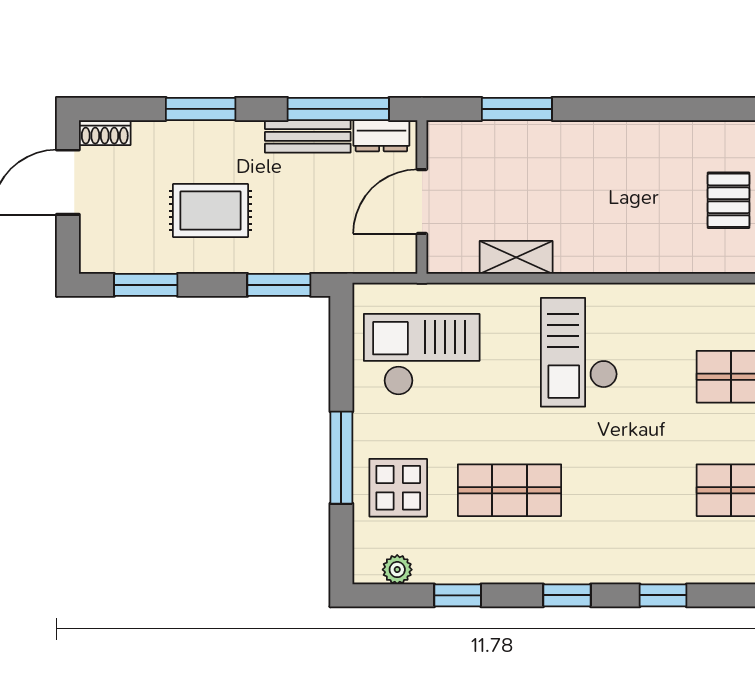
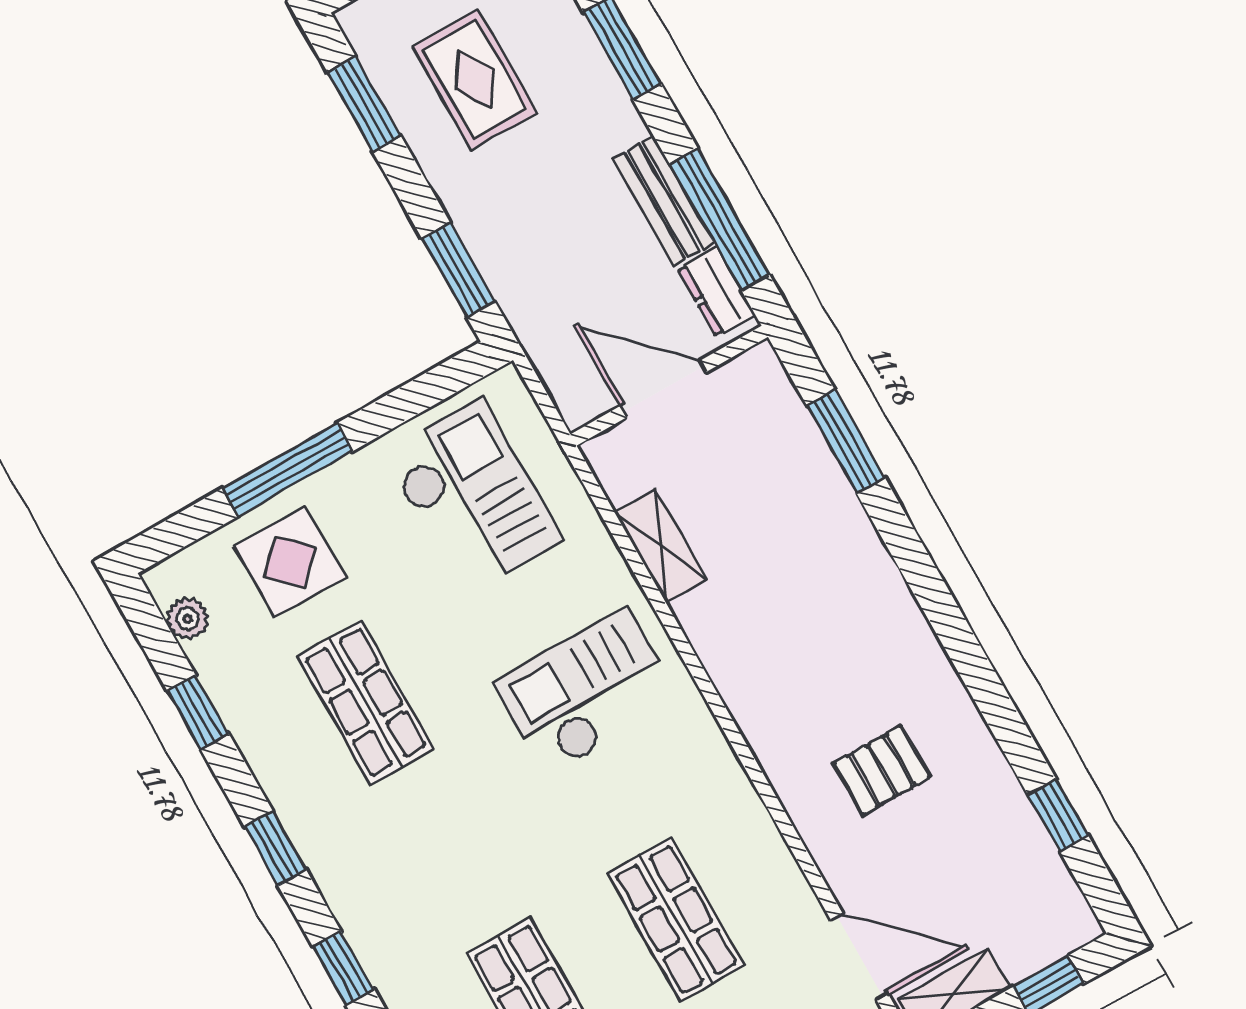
rug: (211, 211) -> (475, 79), moved

